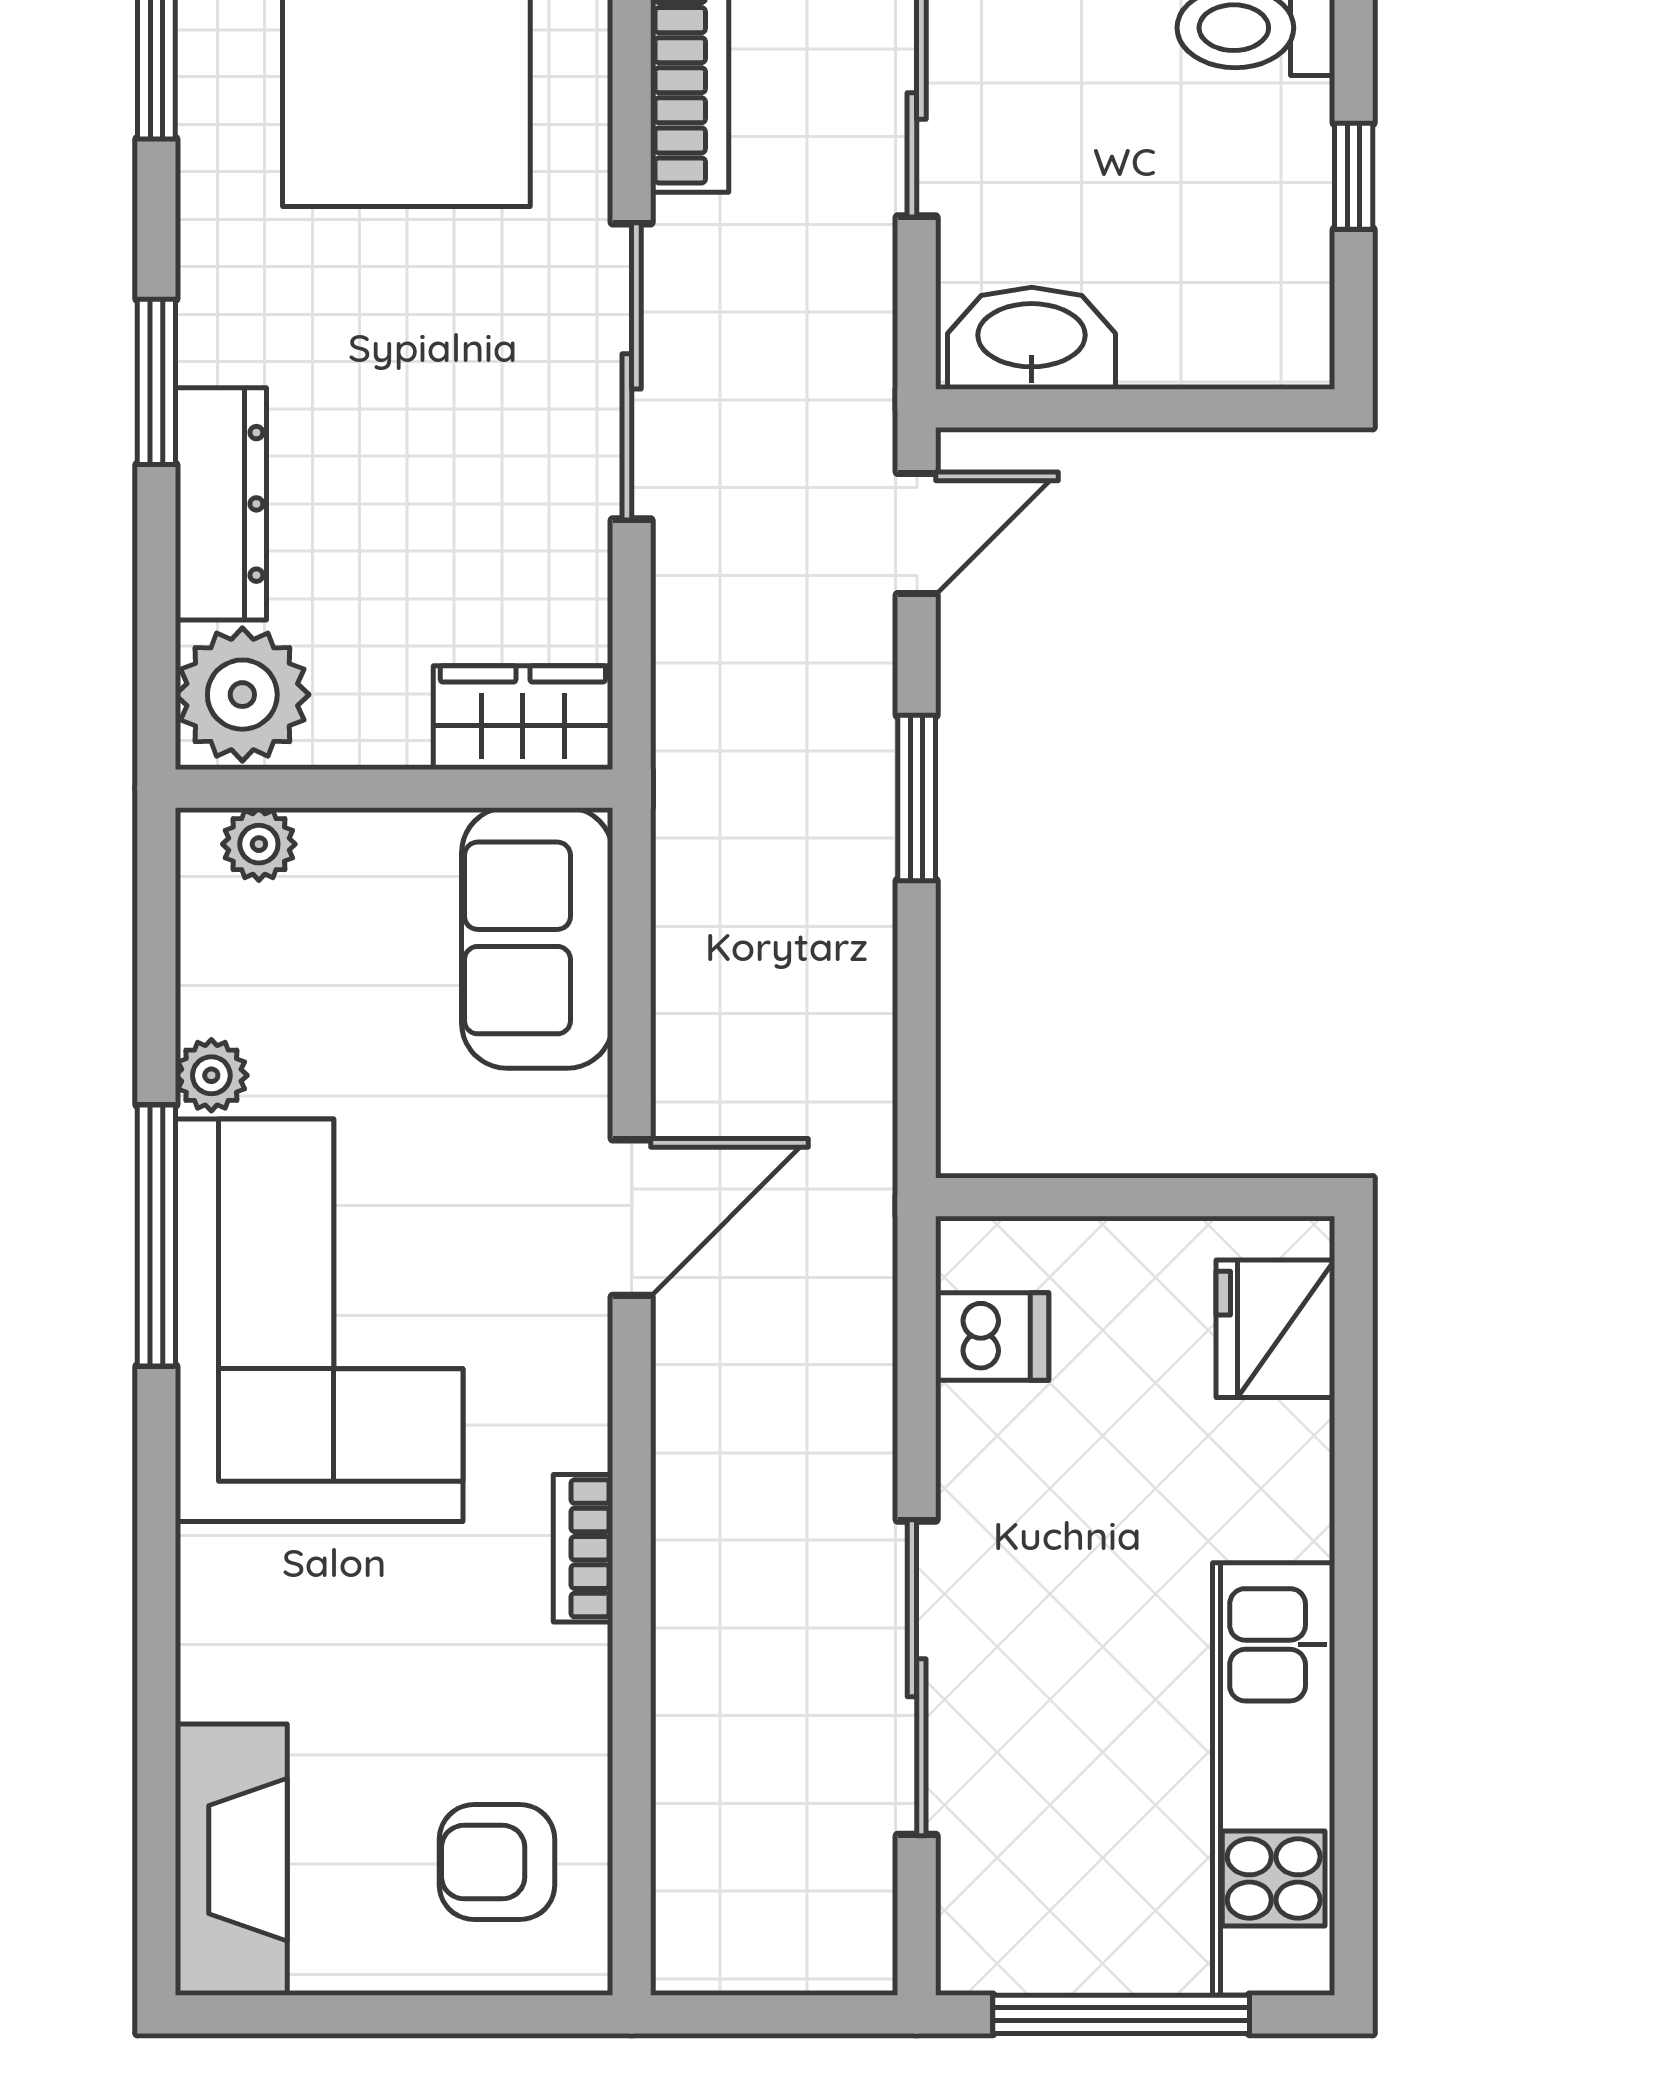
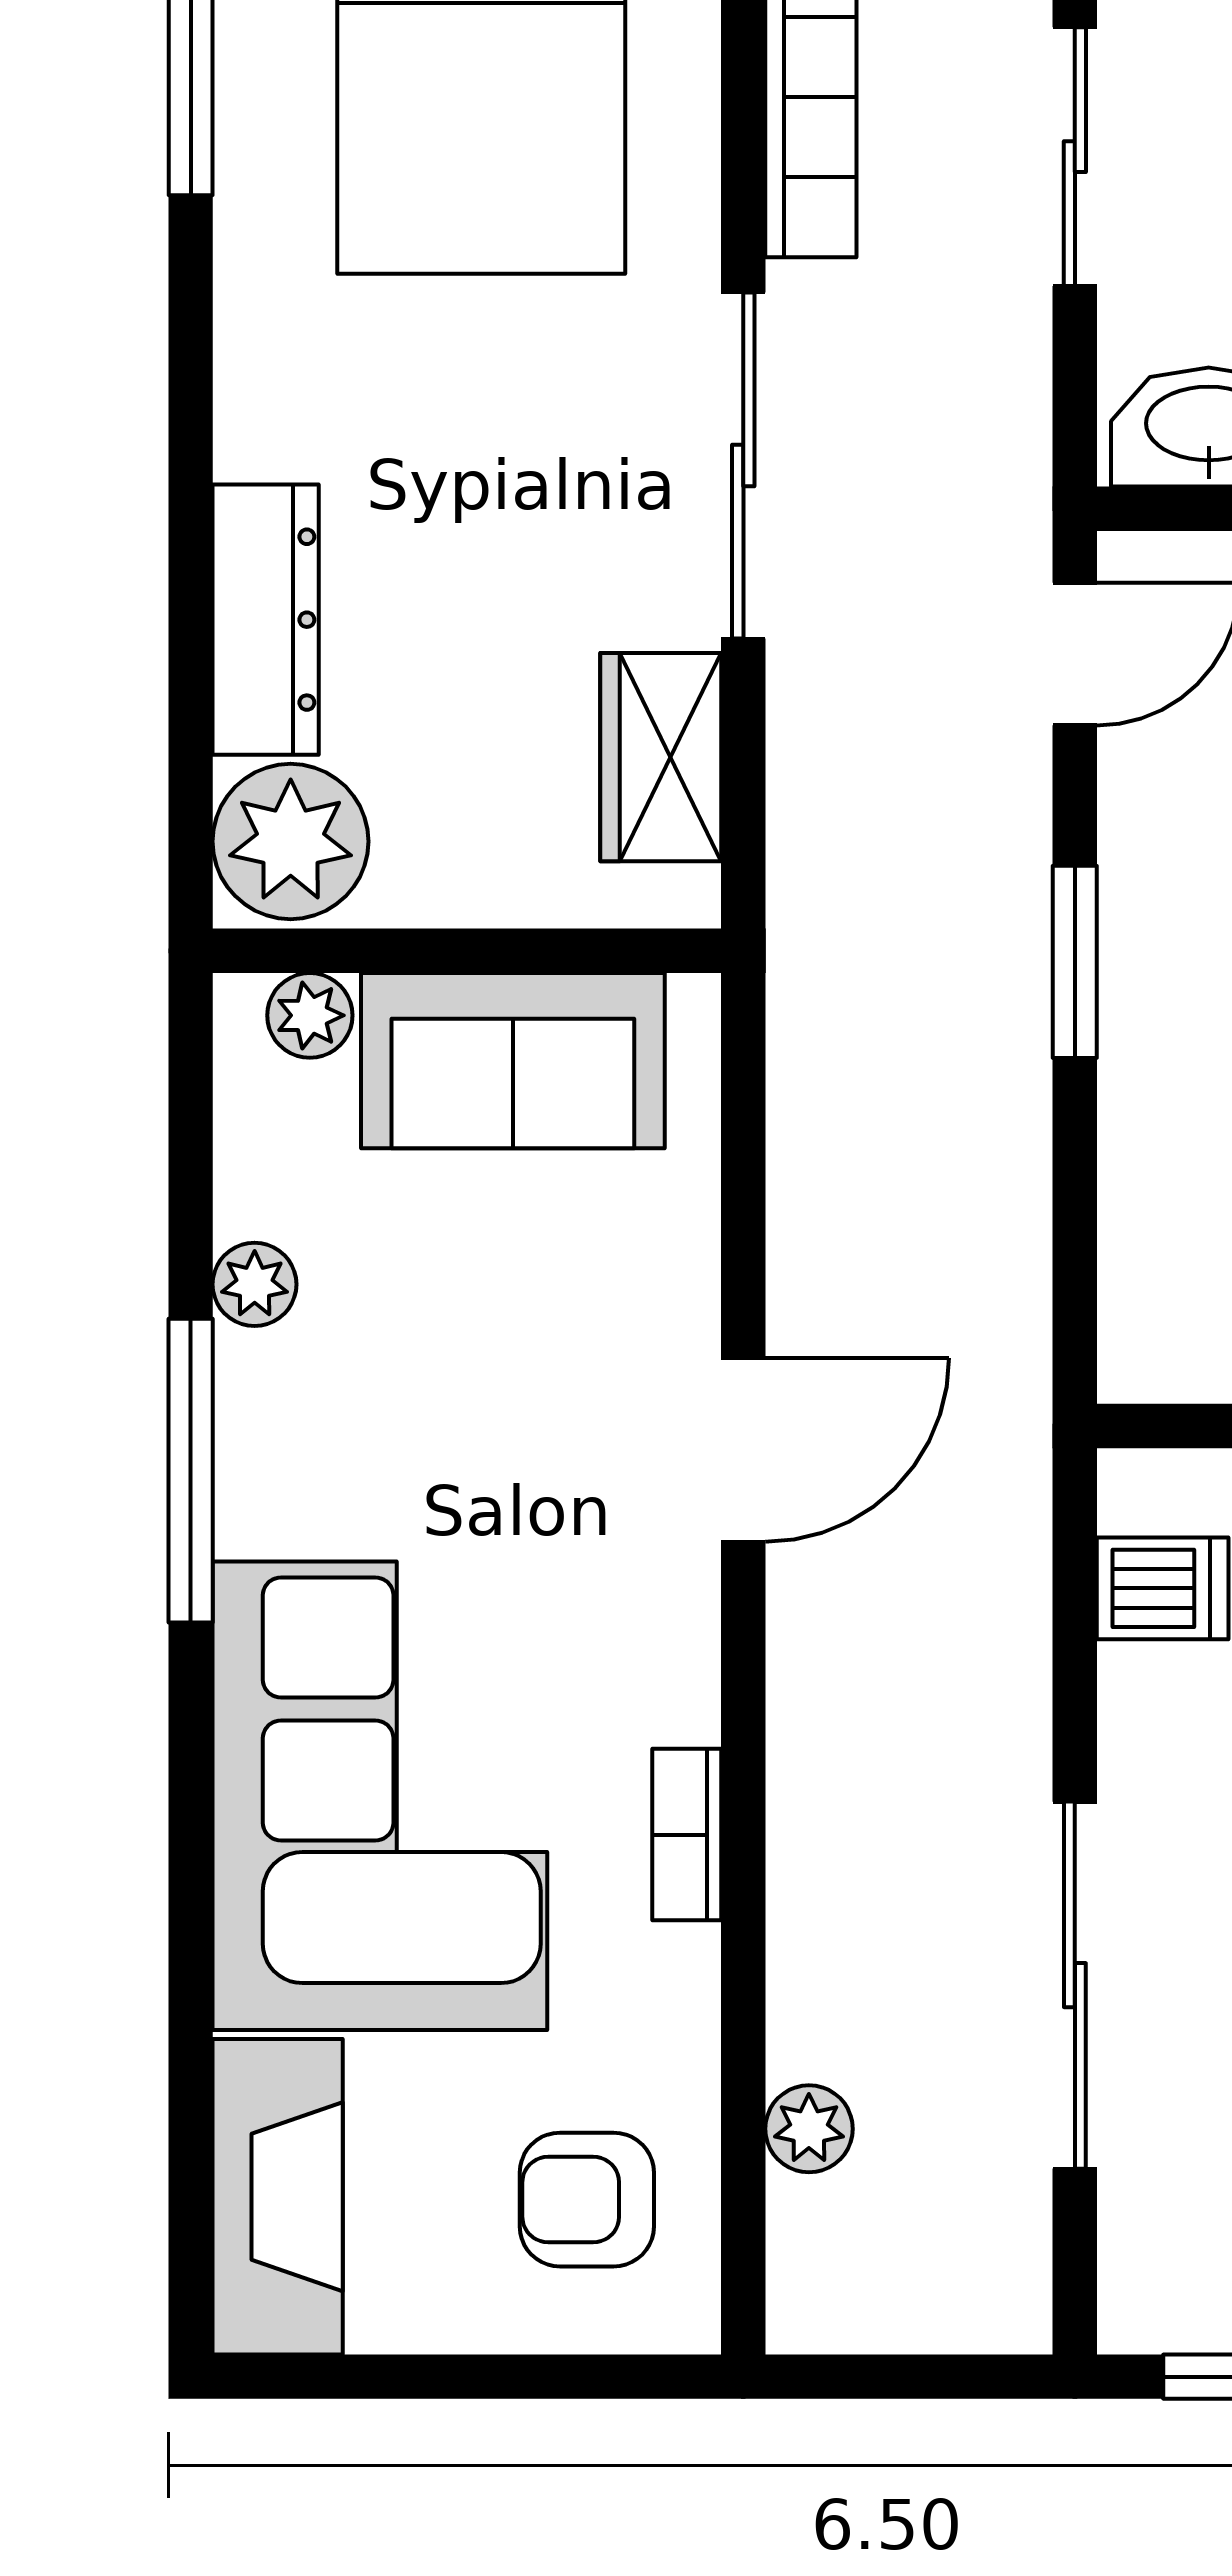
window: (156, 382) -> (191, 478), removed
wardrobe: (523, 718) -> (661, 757), moved, turned -90
sofa: (537, 938) -> (513, 1061), moved, turned -90
corner sofa: (319, 1320) -> (380, 1796), moved
plant: (688, 1801) -> (809, 2129), added

